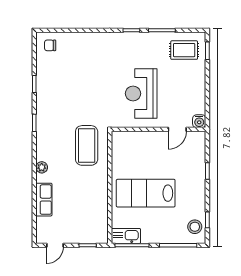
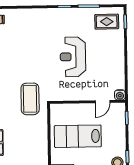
water cooler: (199, 121) -> (120, 95), moved
wall: (159, 129) -> (88, 102), moved
door: (177, 129) -> (103, 102), moved

